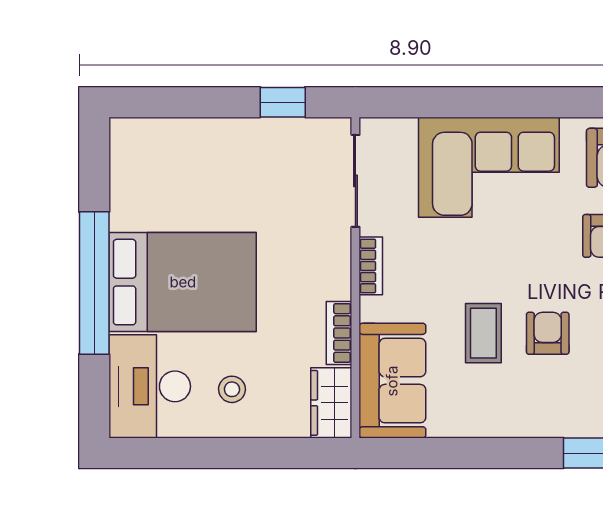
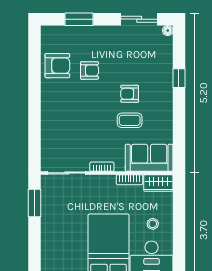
window: (283, 102) -> (34, 203), width x1.50
corner sofa: (489, 167) -> (61, 118), removed

